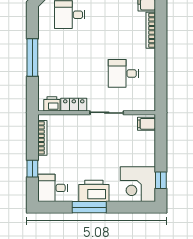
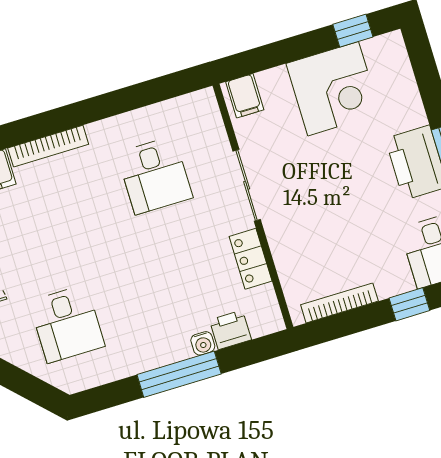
water cooler: (43, 72) -> (203, 343), added
printer: (52, 104) -> (230, 330), moved, turned 90
corner desk: (138, 184) -> (333, 89), moved

